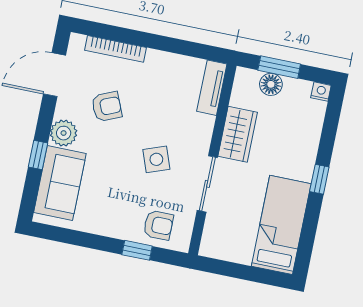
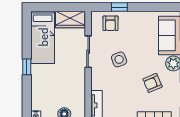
wardrobe: (238, 134) -> (70, 19), moved, turned -90
armchair: (158, 225) -> (110, 23), turned -90

